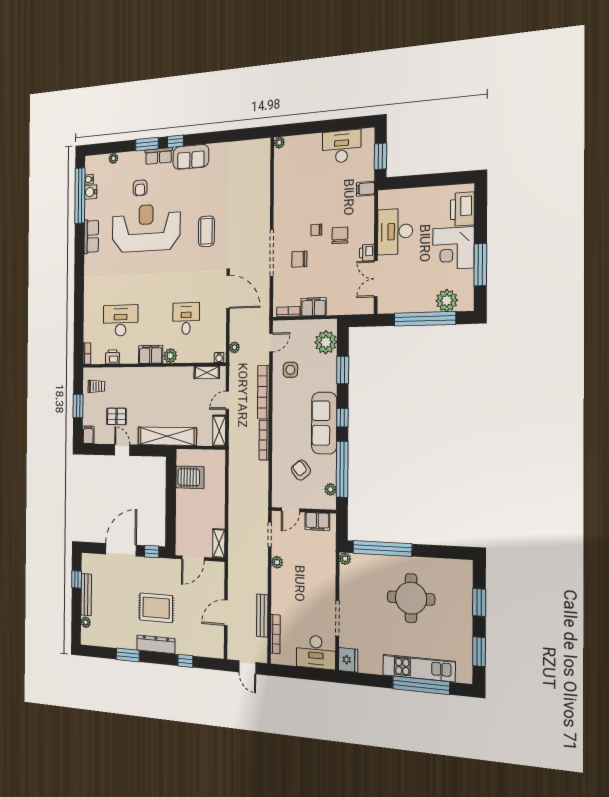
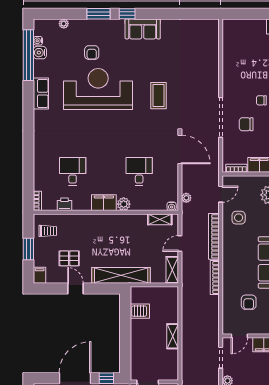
plant: (279, 143) -> (227, 24), removed
row of seats: (159, 156) -> (110, 25), removed
desk: (121, 321) -> (73, 171), width x0.73
armchair: (301, 470) -> (249, 302), turned -141
server rack: (190, 477) -> (140, 311), width x0.73, depth x0.70
shelving: (219, 543) -> (173, 336), moved

